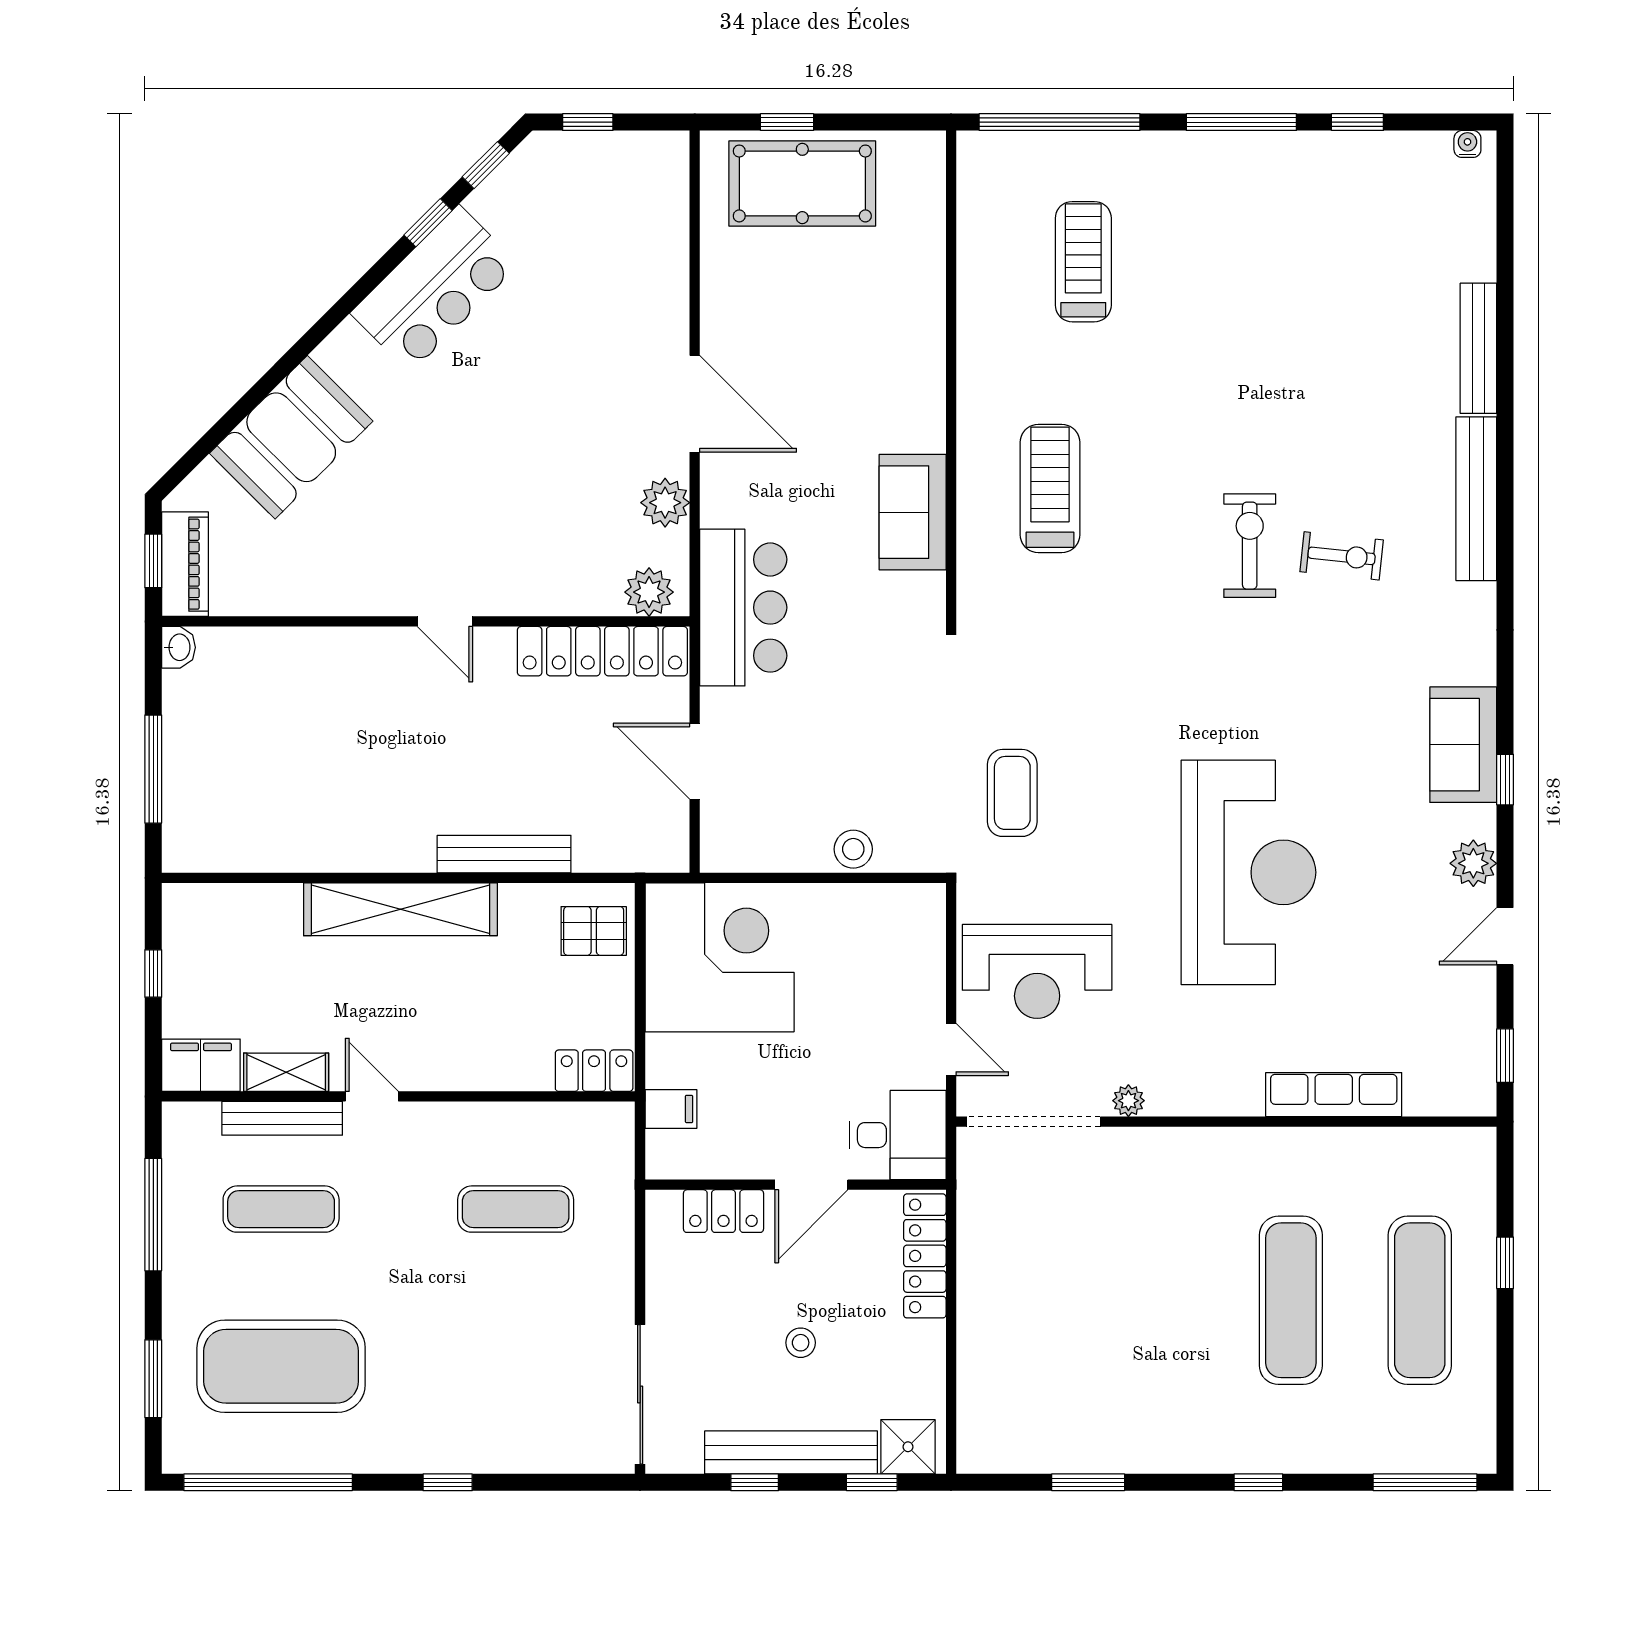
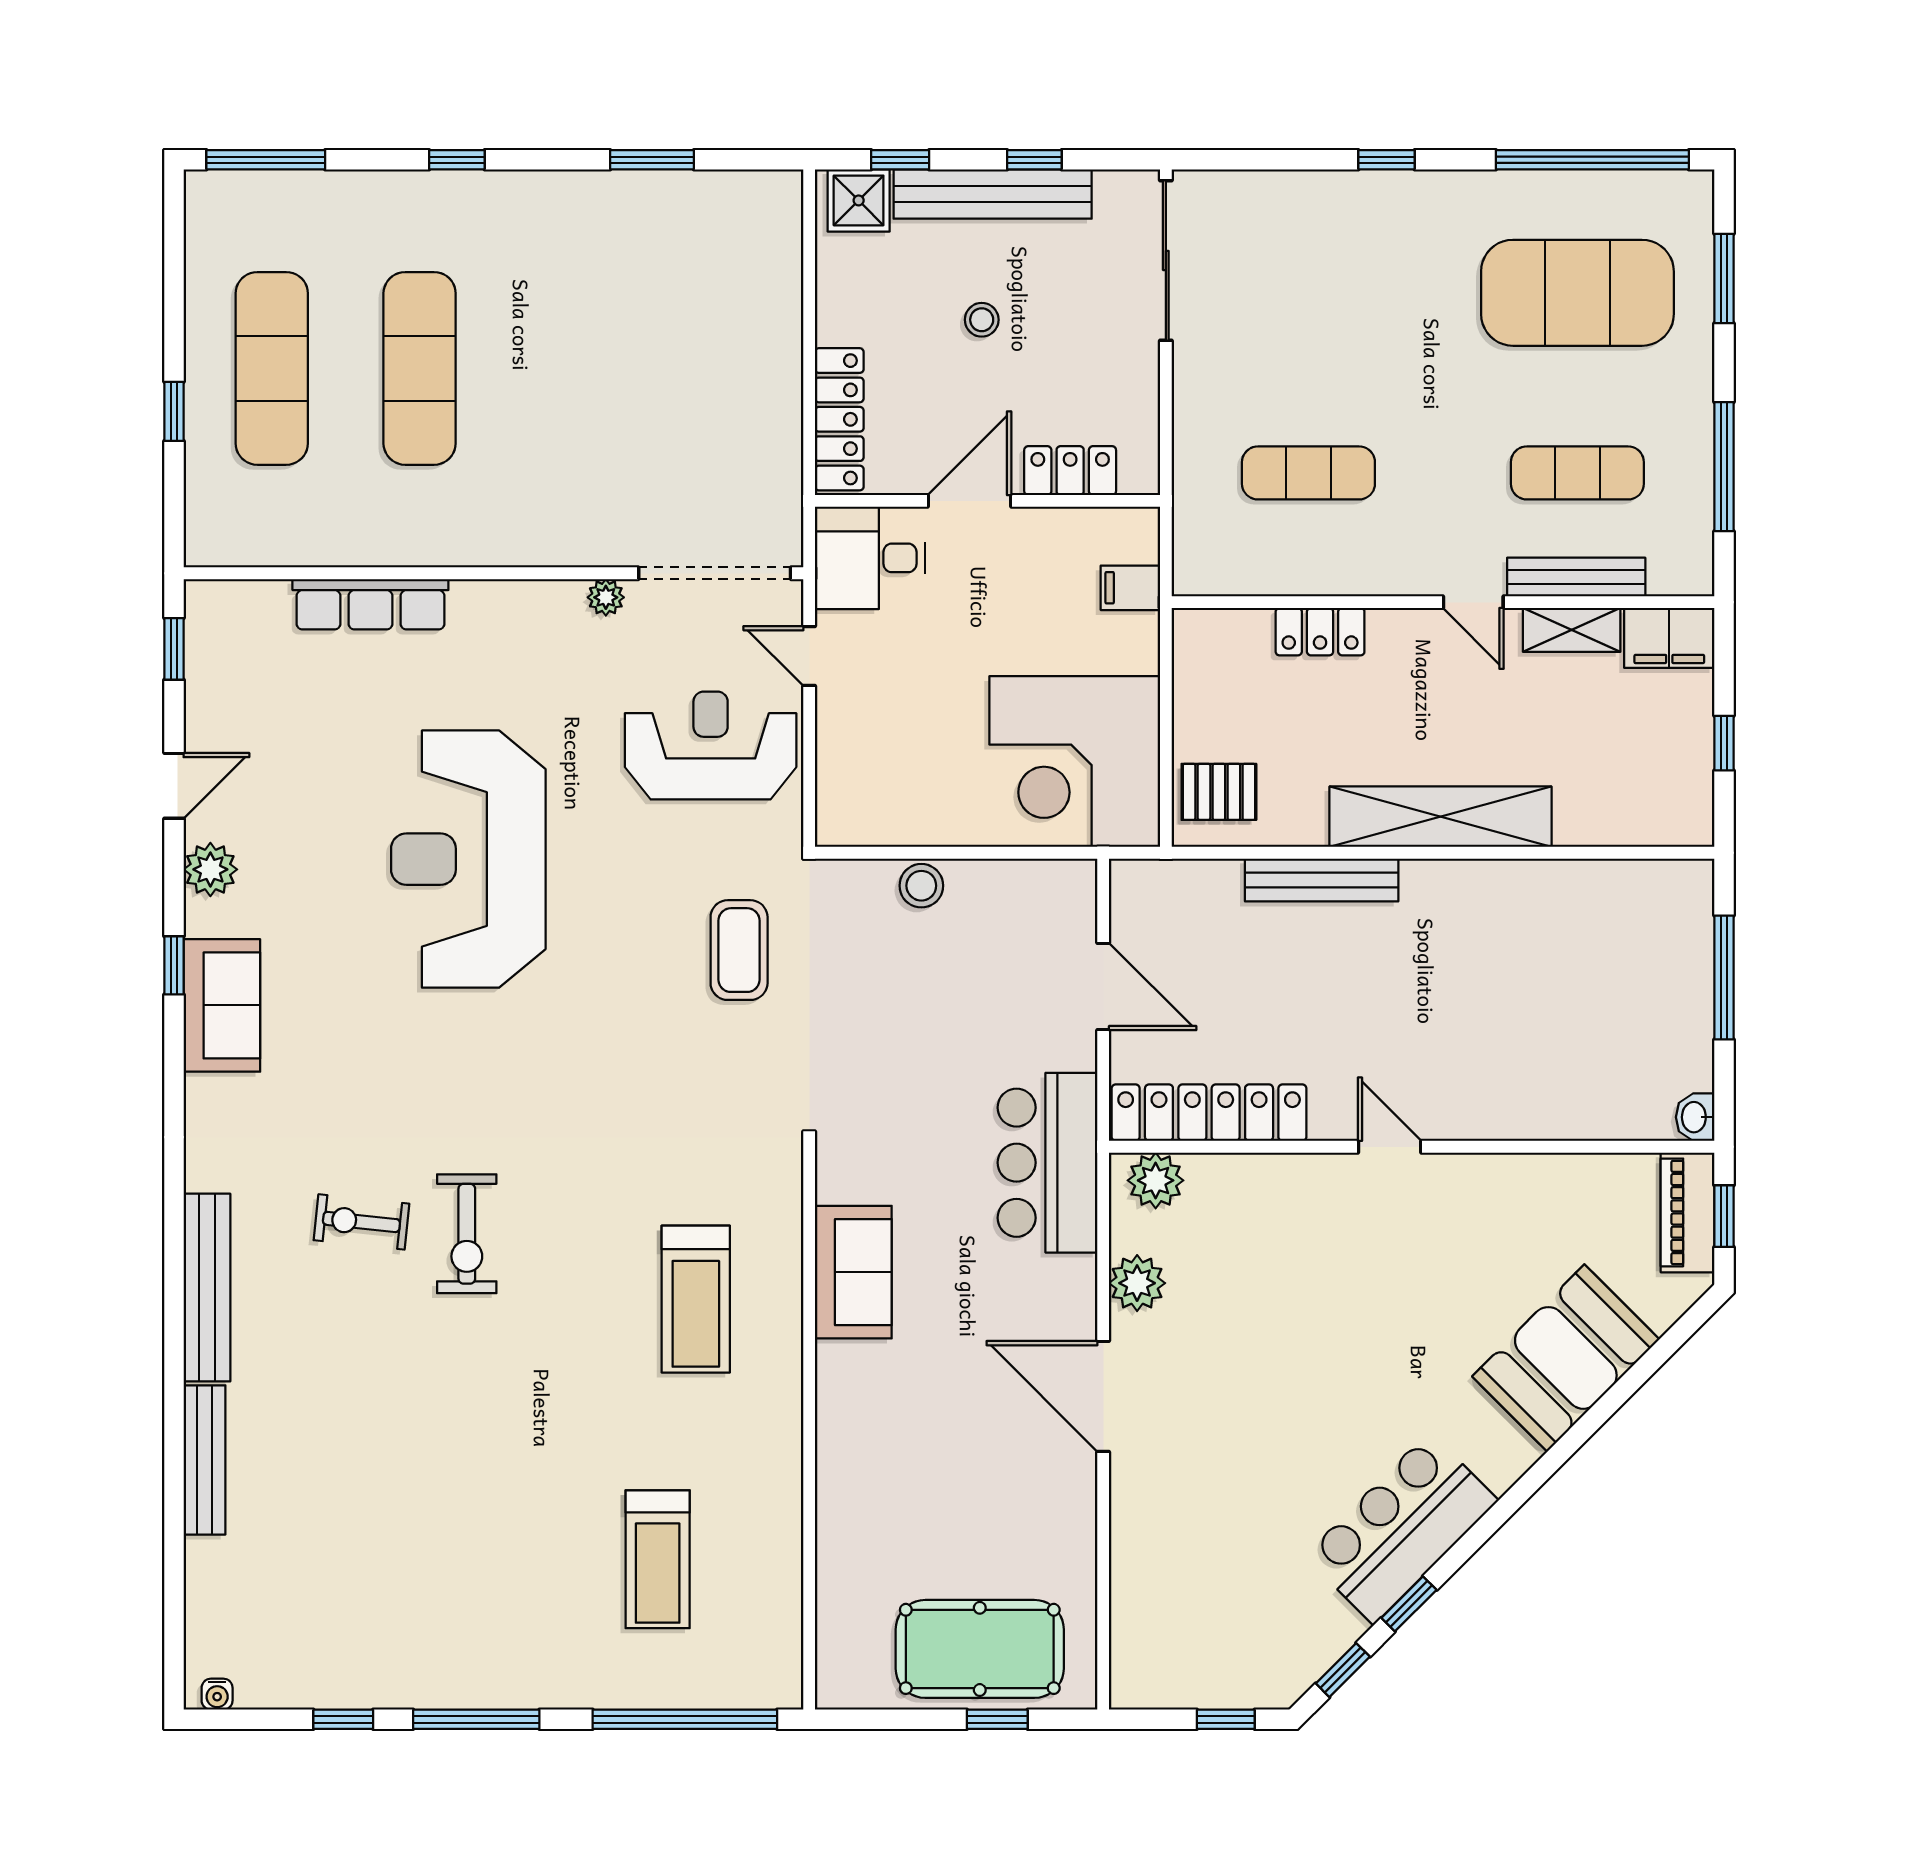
locker: (594, 1071) -> (1320, 632), moved

